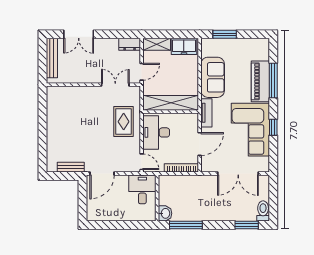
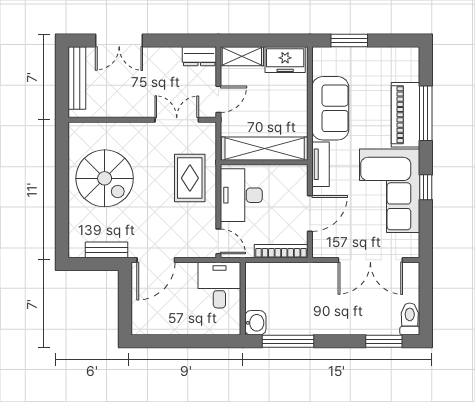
spiral stairs: (70, 122) -> (105, 178), added

